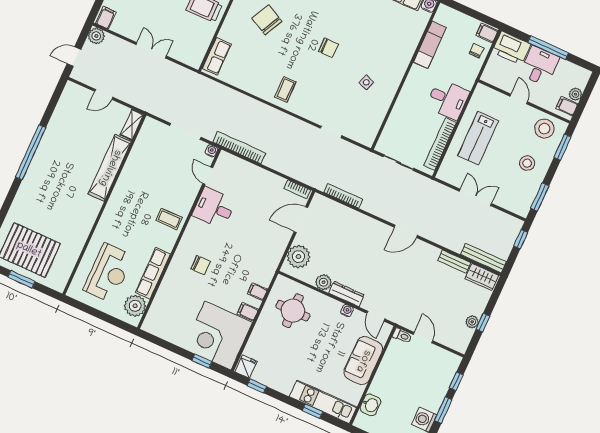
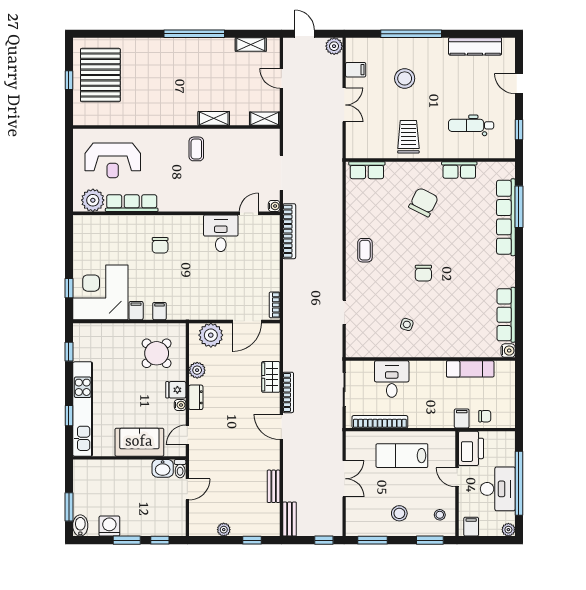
filing cabinet: (106, 18) -> (356, 70), moved
filing cabinet: (487, 33) -> (462, 418), moved
printer: (512, 48) -> (471, 448), moved, turned 180
window: (548, 48) -> (519, 483), width x1.46
desk: (540, 66) -> (498, 489), width x1.37
coffee table: (285, 89) -> (365, 250), turned 90
plant: (575, 94) -> (508, 530), moved
desk: (448, 99) -> (392, 379), moved, turned 180
door: (519, 99) -> (457, 477), swing flipped
shelving: (62, 108) -> (251, 45), added
stool: (544, 129) -> (440, 515), width x0.53, depth x0.53
shelving: (110, 168) -> (214, 118), width x0.45, depth x0.75
bookcase: (343, 196) -> (288, 392), moved
coffee table: (169, 219) -> (196, 149), moved
door: (301, 220) -> (247, 321), swing flipped
bench: (483, 258) -> (290, 519), width x0.73
wardrobe: (482, 277) -> (271, 377), moved
window: (21, 279) -> (69, 80), width x0.67
dresser: (347, 294) -> (196, 397), width x0.70
round table: (293, 311) -> (157, 353), turned 45
window: (483, 323) -> (252, 540), moved
fridge: (246, 367) -> (176, 390), moved, turned 180
kitchen unit: (323, 402) -> (83, 409), width x1.36
washbasin: (370, 405) -> (163, 468), moved

